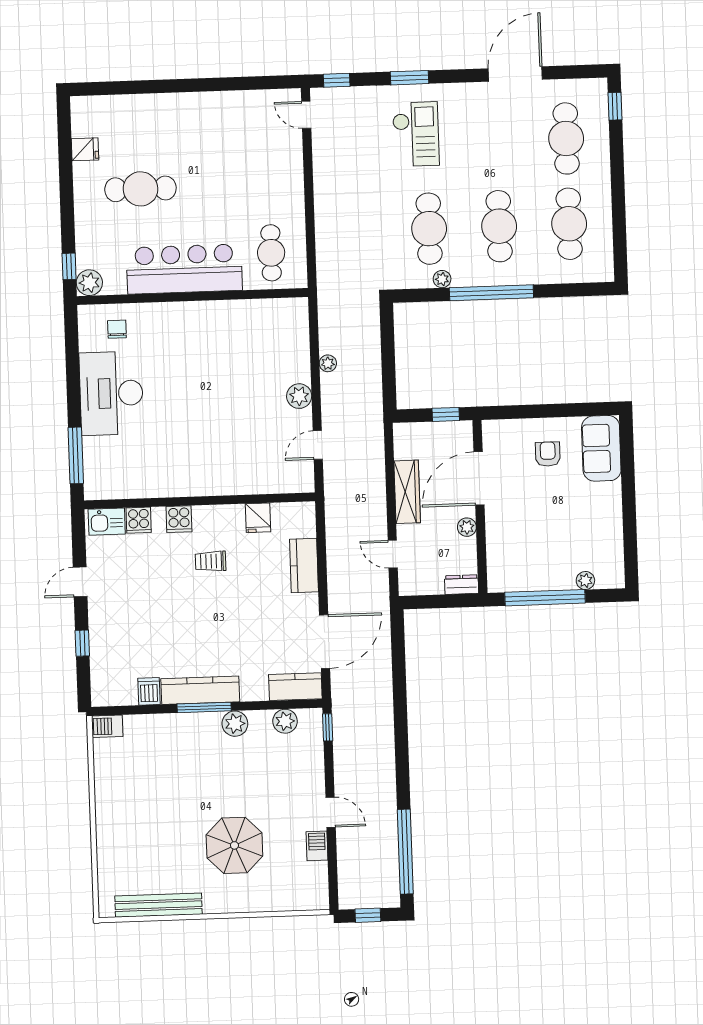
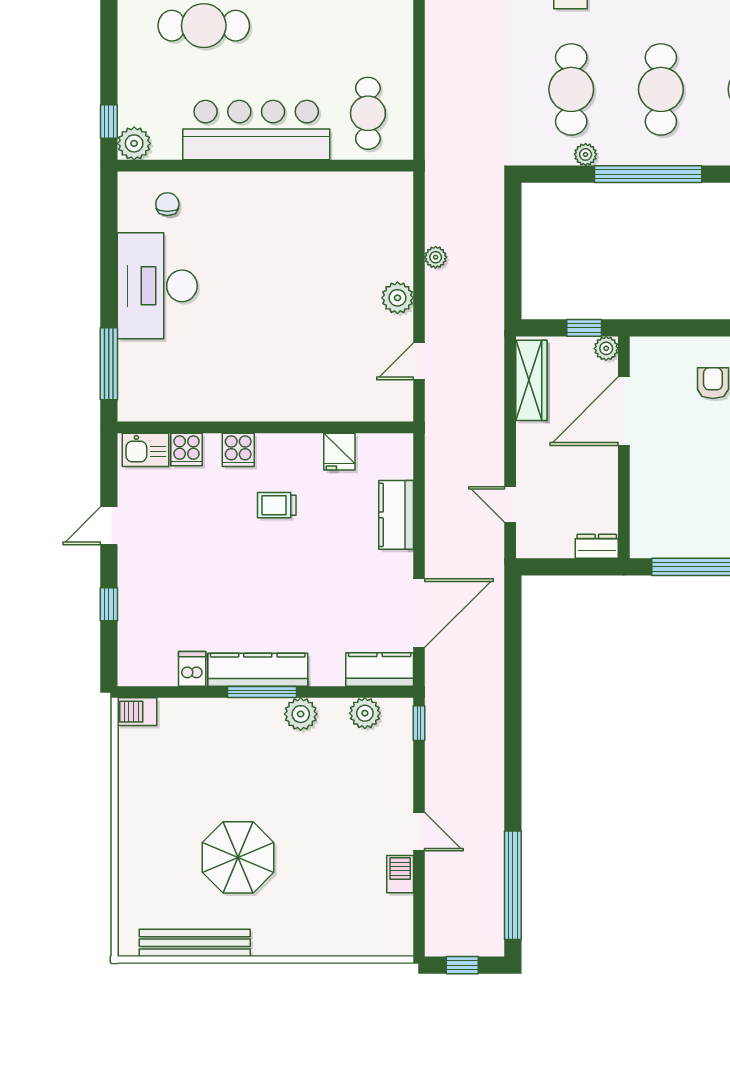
wardrobe: (407, 492) -> (531, 380), moved
plant: (467, 527) -> (606, 348), moved
parasol: (234, 845) -> (238, 857), moved

